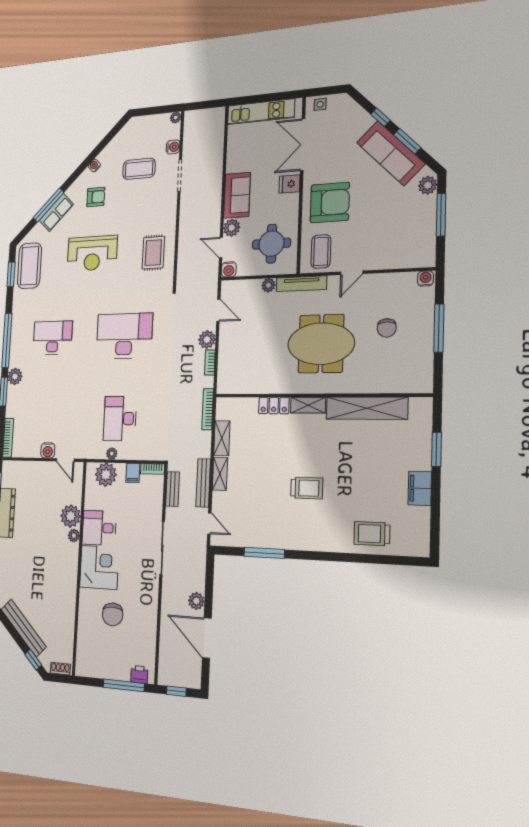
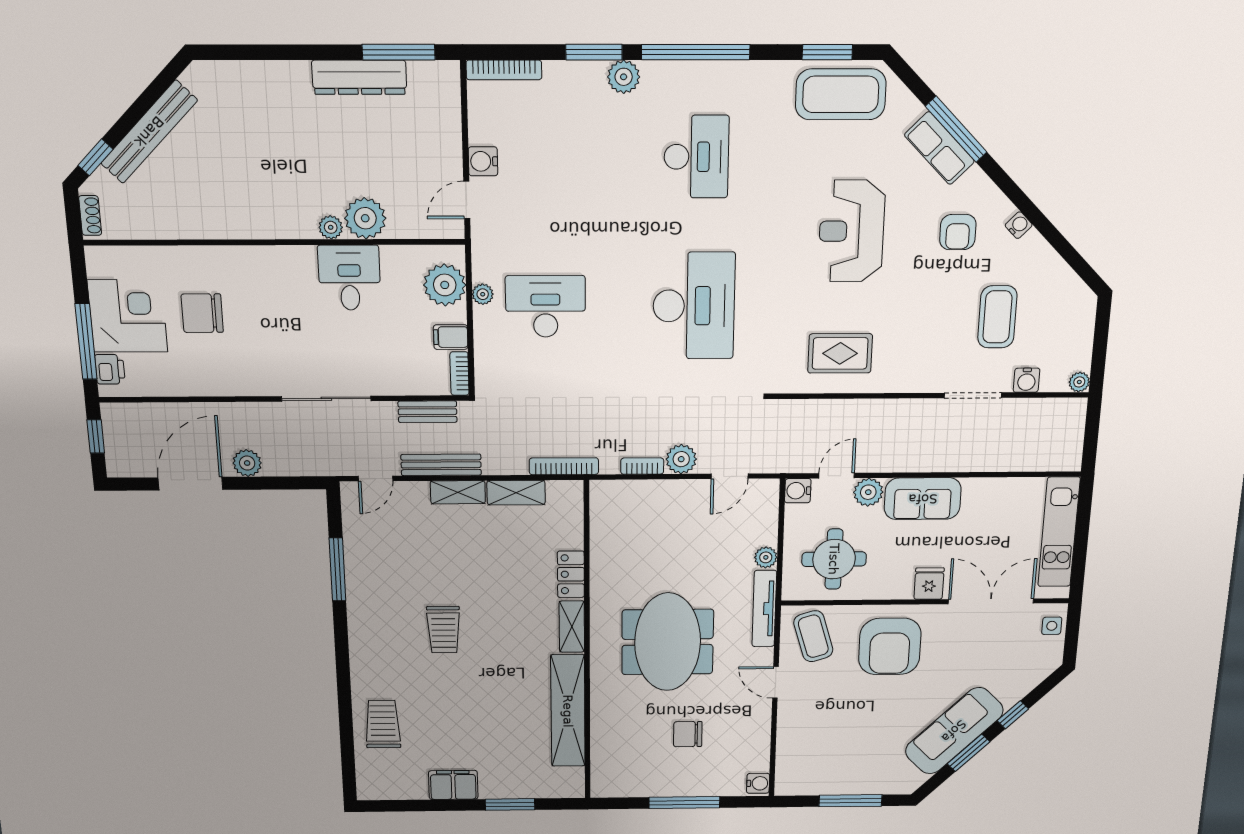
plant: (428, 185) -> (897, 782), removed
coffee table: (321, 251) -> (813, 636), turned 73
corner desk: (99, 567) -> (128, 316), moved, turned -90

